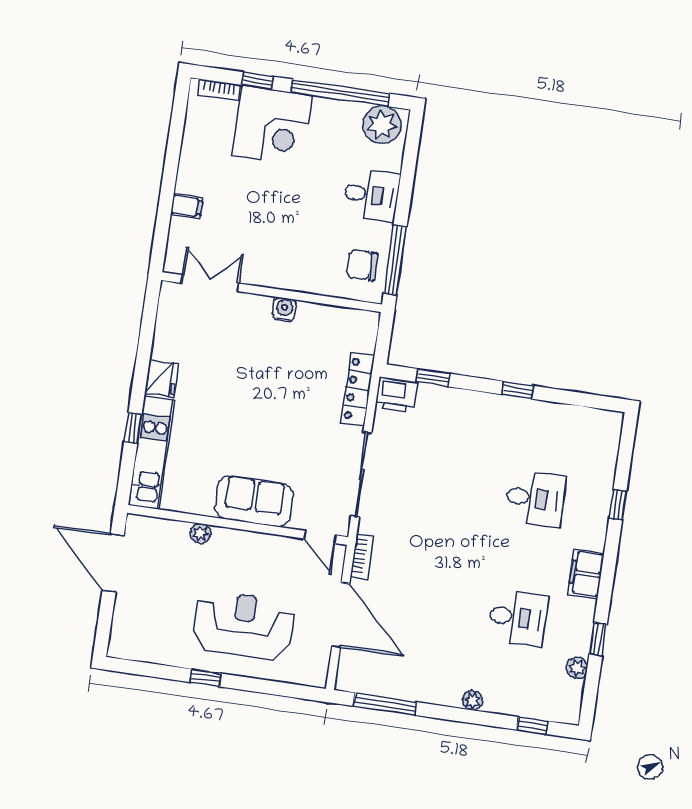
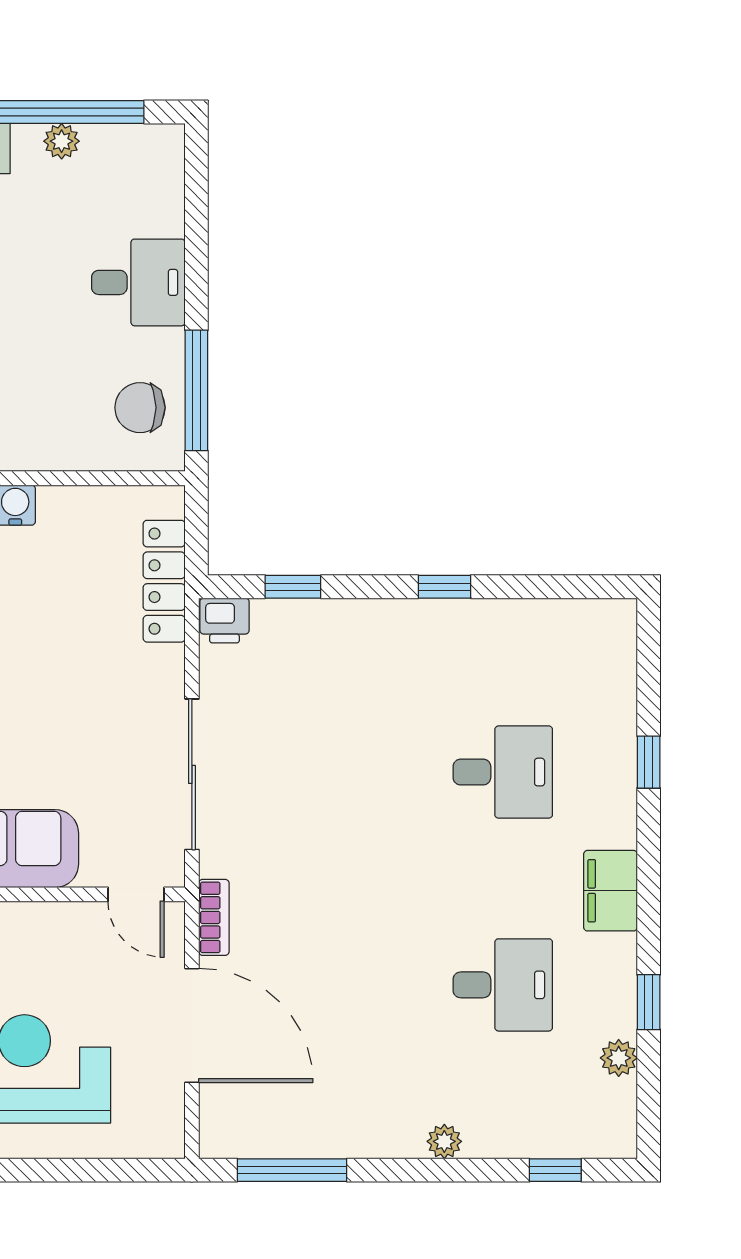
plant: (382, 125) -> (62, 141), moved, width x0.53, depth x0.53
locker: (358, 389) -> (164, 581), moved
printer: (397, 395) -> (224, 621), width x0.73, depth x0.81

